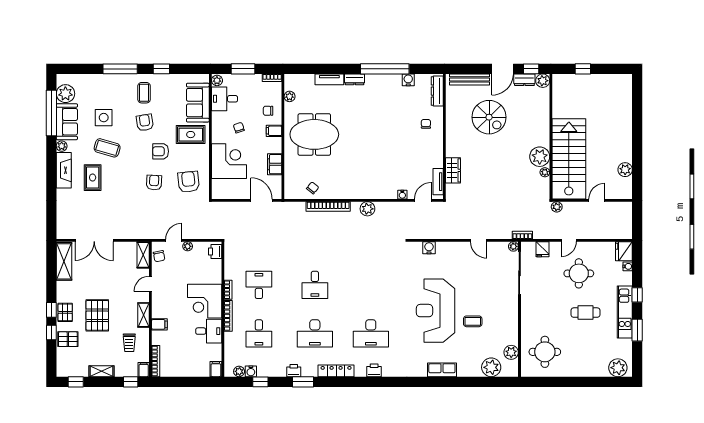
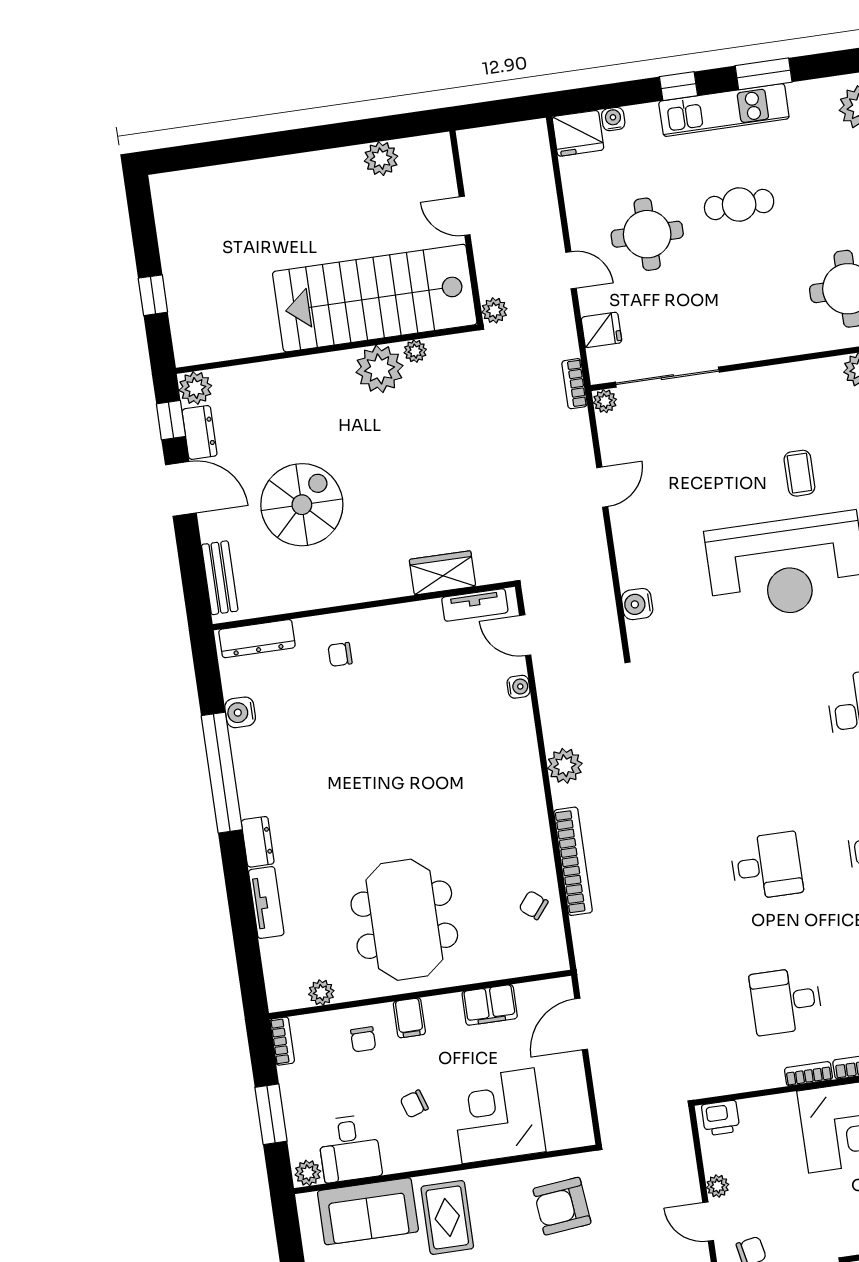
bench: (469, 79) -> (220, 578), width x0.73
cafe table: (585, 313) -> (739, 205), turned 90

